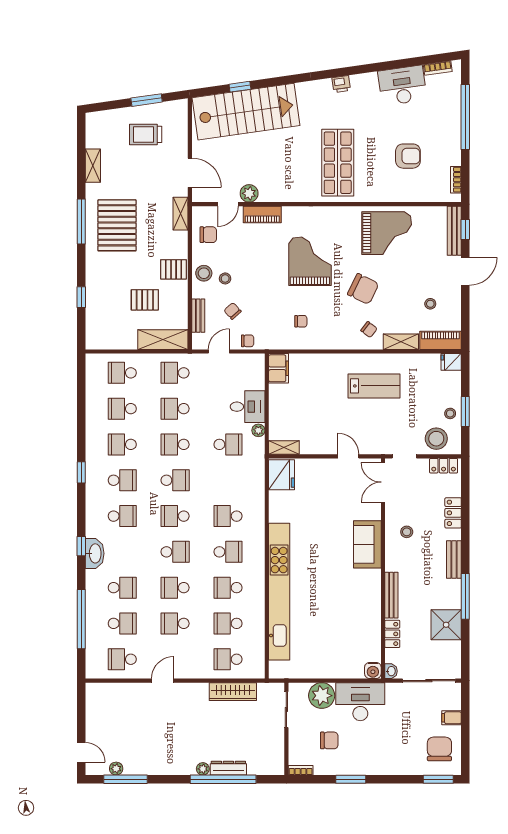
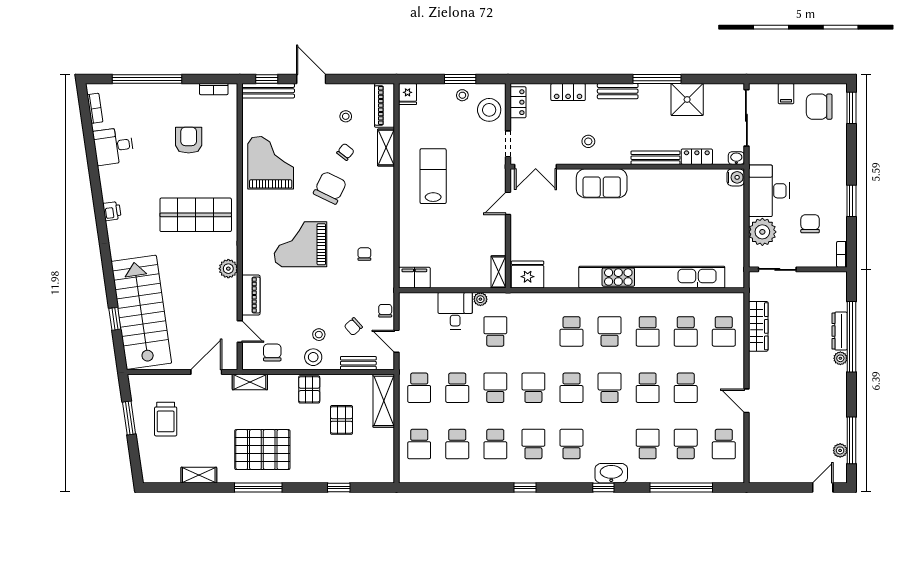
desk: (402, 85) -> (114, 146), width x0.73
plant: (249, 193) -> (228, 269), moved
chair: (369, 330) -> (345, 152), moved
school desk: (175, 444) -> (495, 388), turned 180

